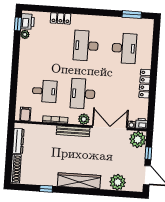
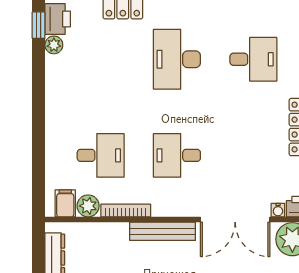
desk: (124, 48) -> (253, 59), width x0.73
desk: (83, 94) -> (177, 155), width x0.73
plant: (84, 119) -> (88, 206), moved
double door: (110, 128) -> (235, 219), swing flipped

